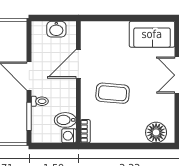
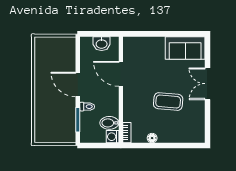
door: (78, 64) -> (121, 74), hinge flipped
coffee table: (113, 93) -> (168, 102), moved
floor lamp: (156, 132) -> (152, 138), moved, width x0.53, depth x0.53

